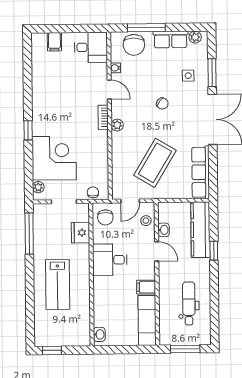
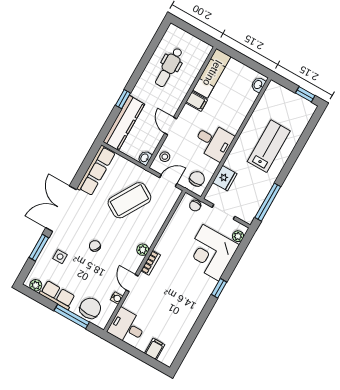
washbasin: (164, 230) -> (145, 158), moved
window: (185, 349) -> (194, 31), removed

